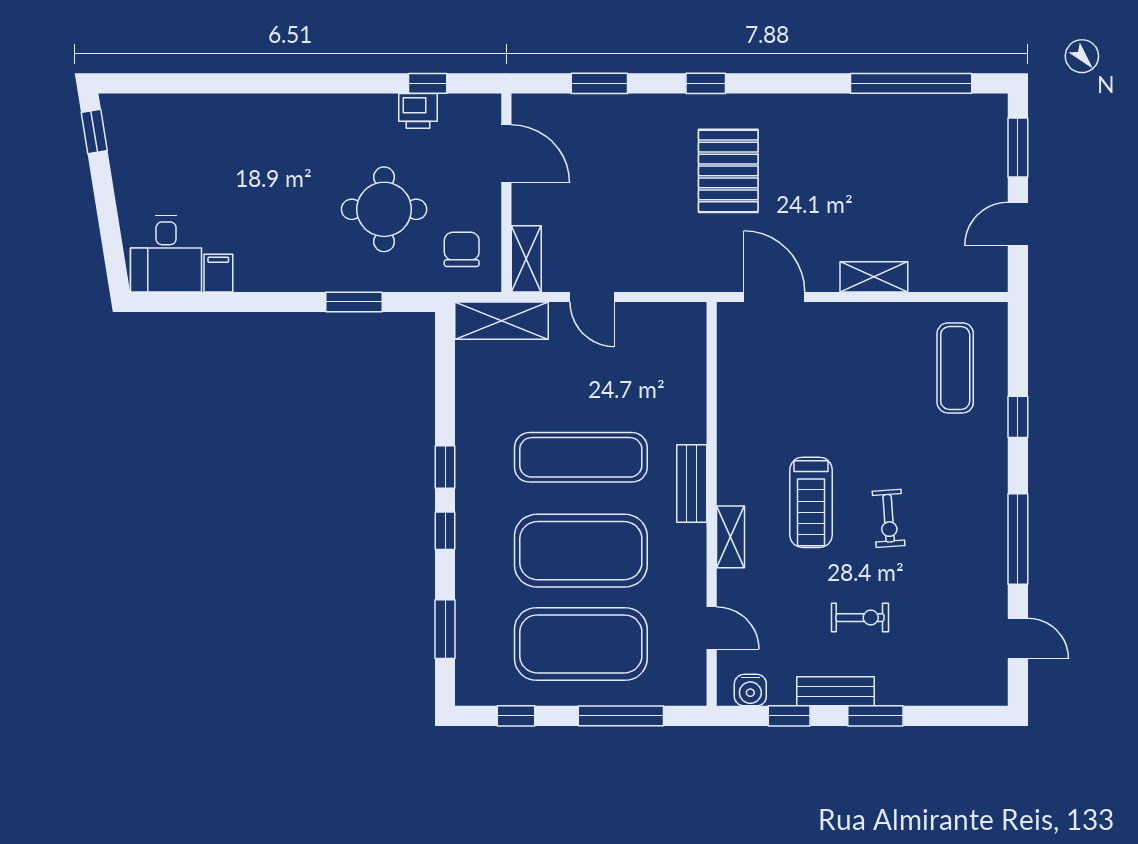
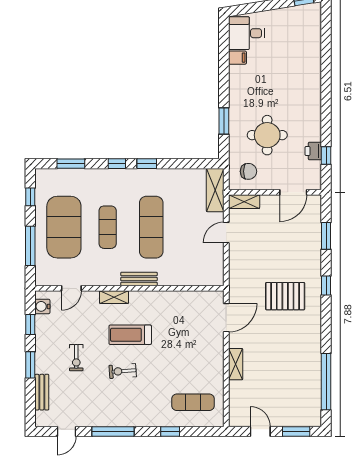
exercise mat: (581, 551) -> (108, 227), width x0.50, depth x0.69
bench: (836, 691) -> (42, 392), moved

